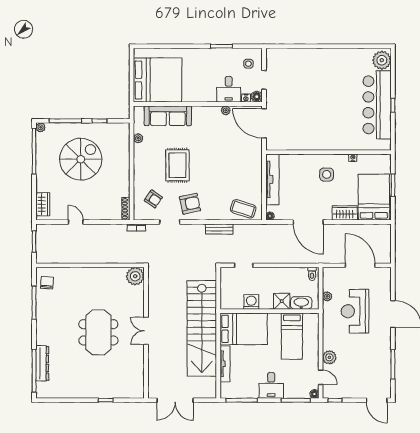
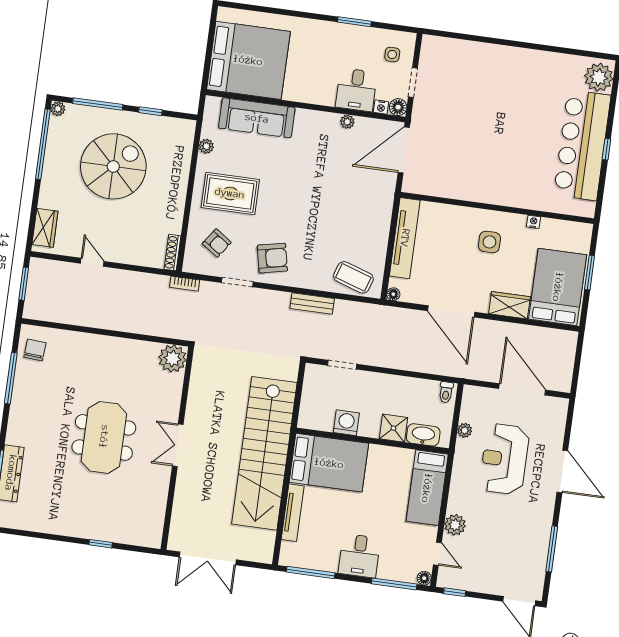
door: (264, 123) -> (404, 150), hinge flipped
rug: (177, 165) -> (230, 193), moved, turned 90
bed: (292, 336) -> (427, 488), moved

